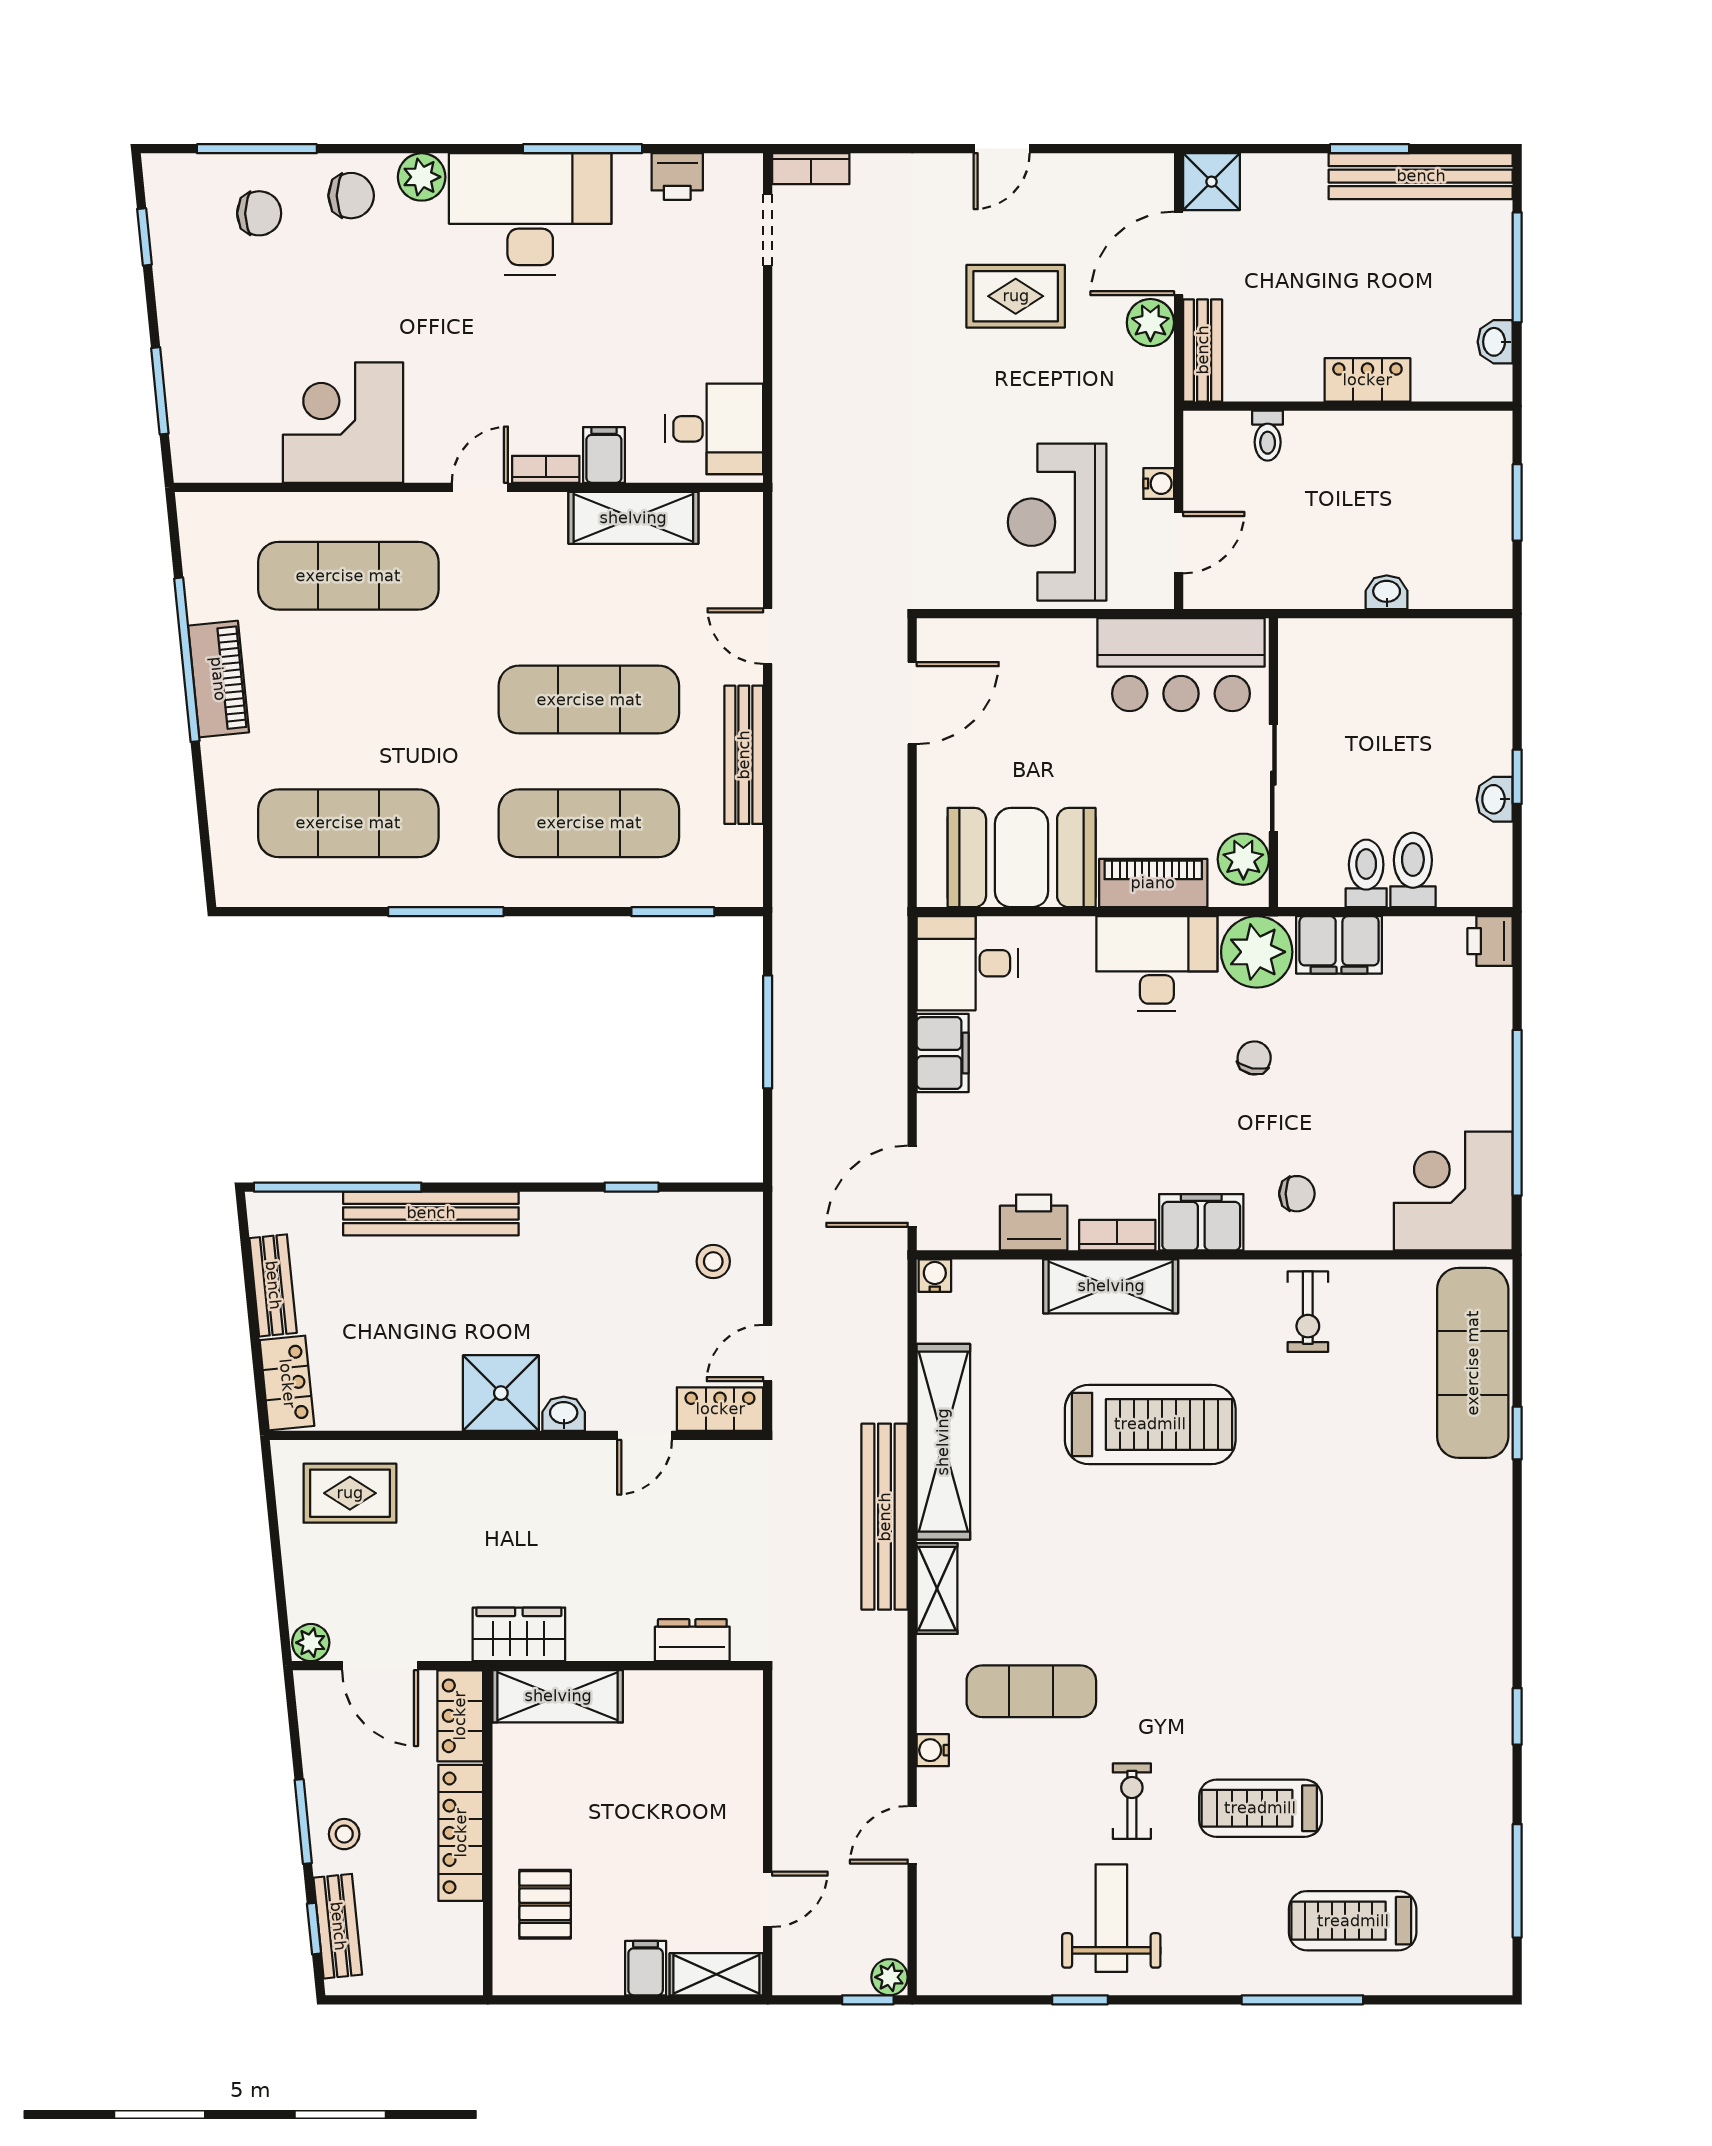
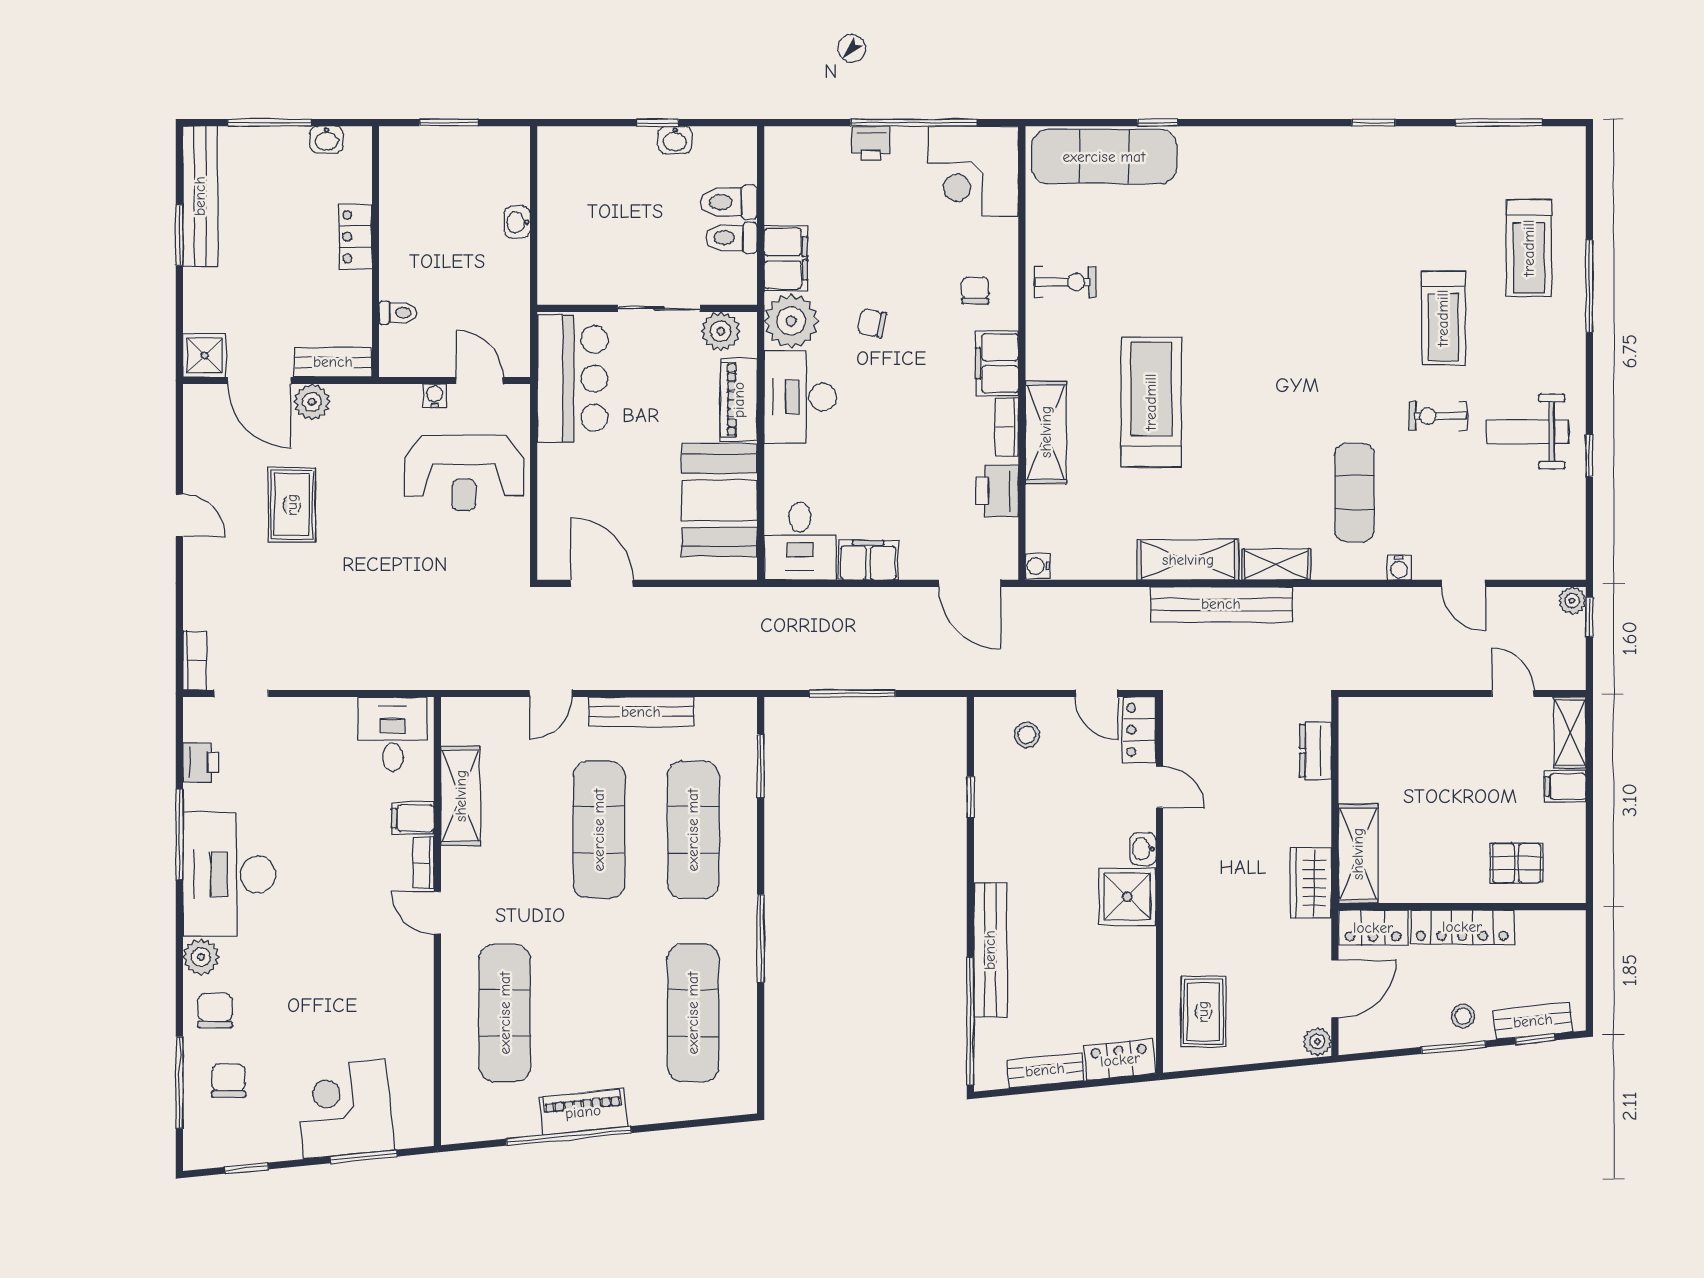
corner desk: (343, 423) -> (344, 1109), moved, turned 84
printer: (1490, 941) -> (871, 143), moved
shelving: (943, 1442) -> (1188, 560), width x0.68

